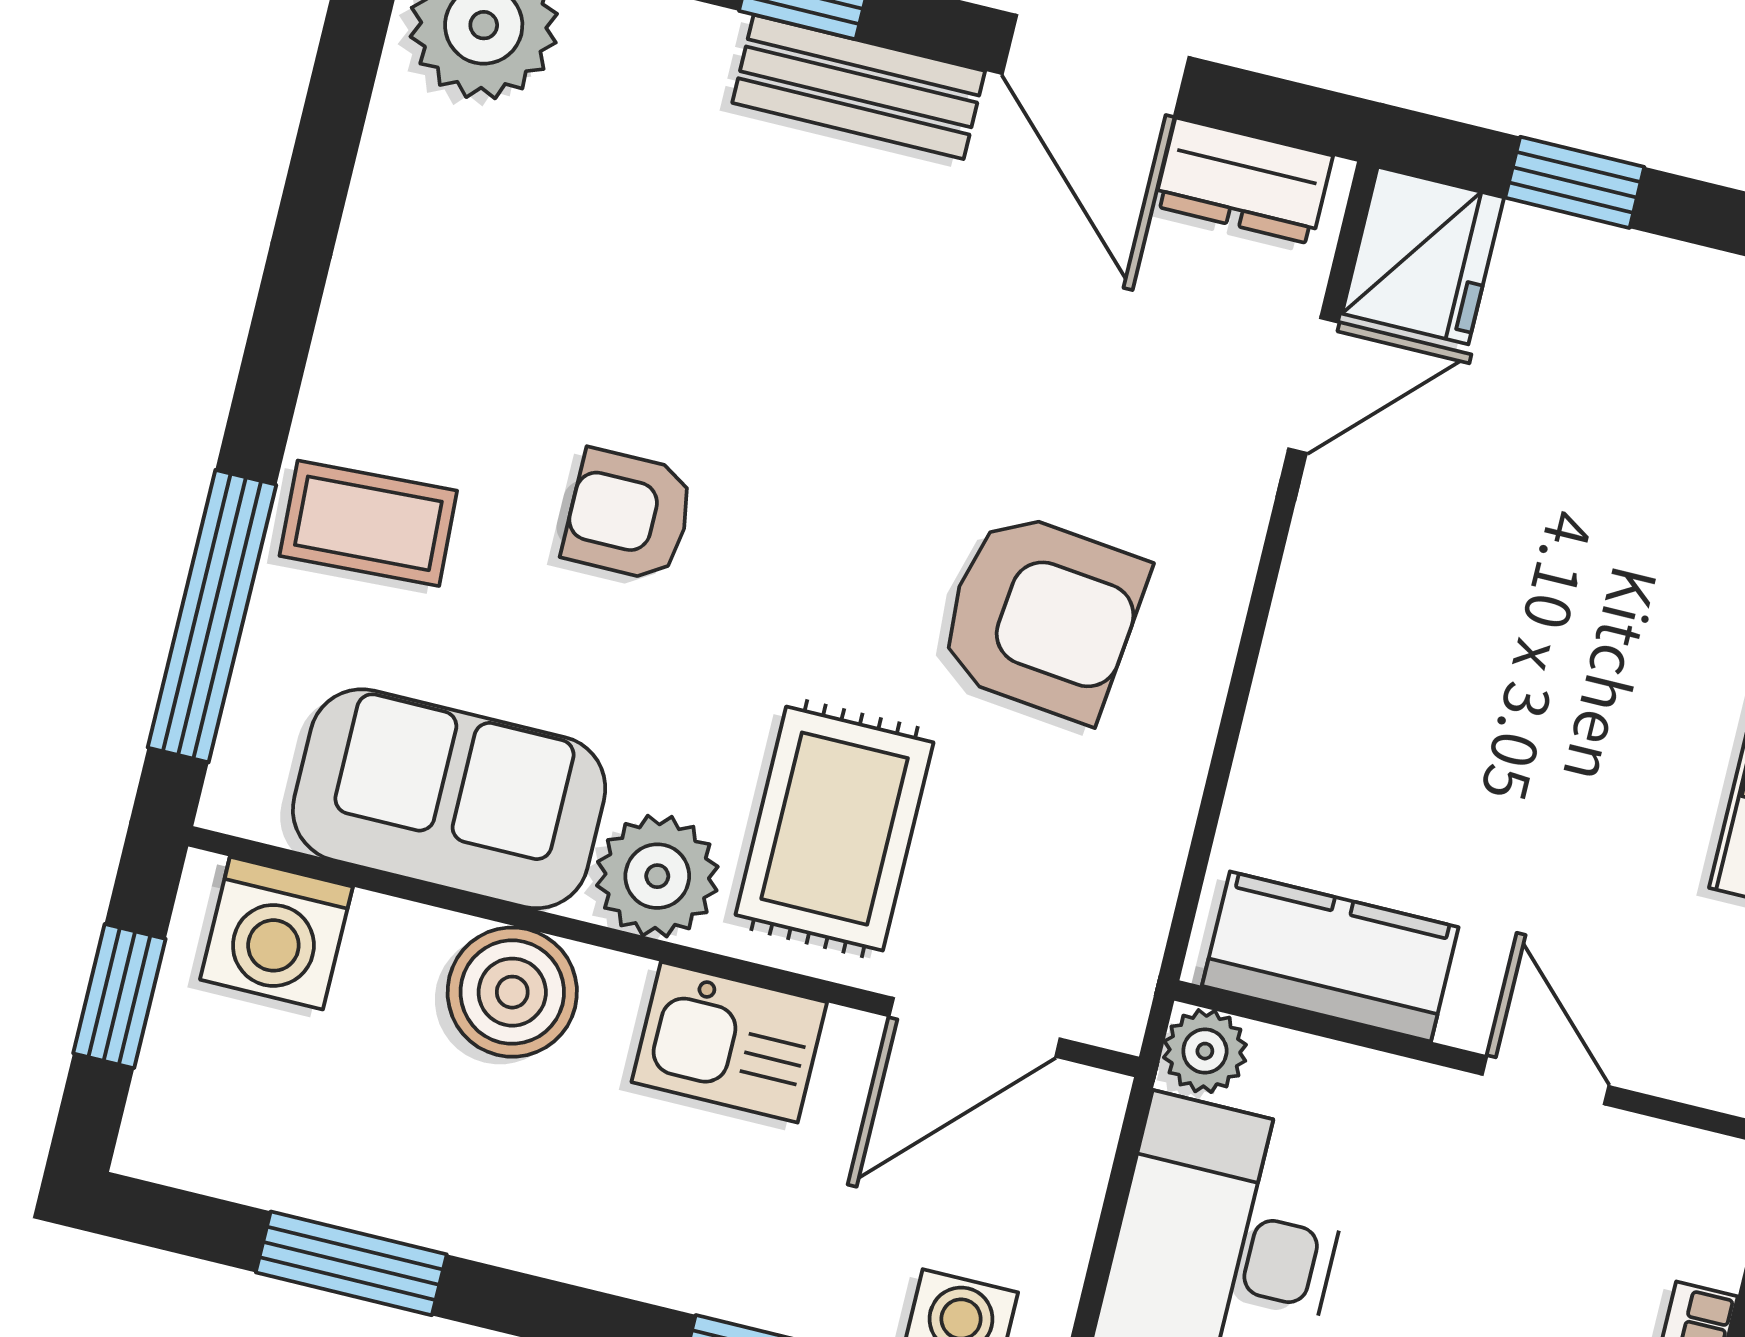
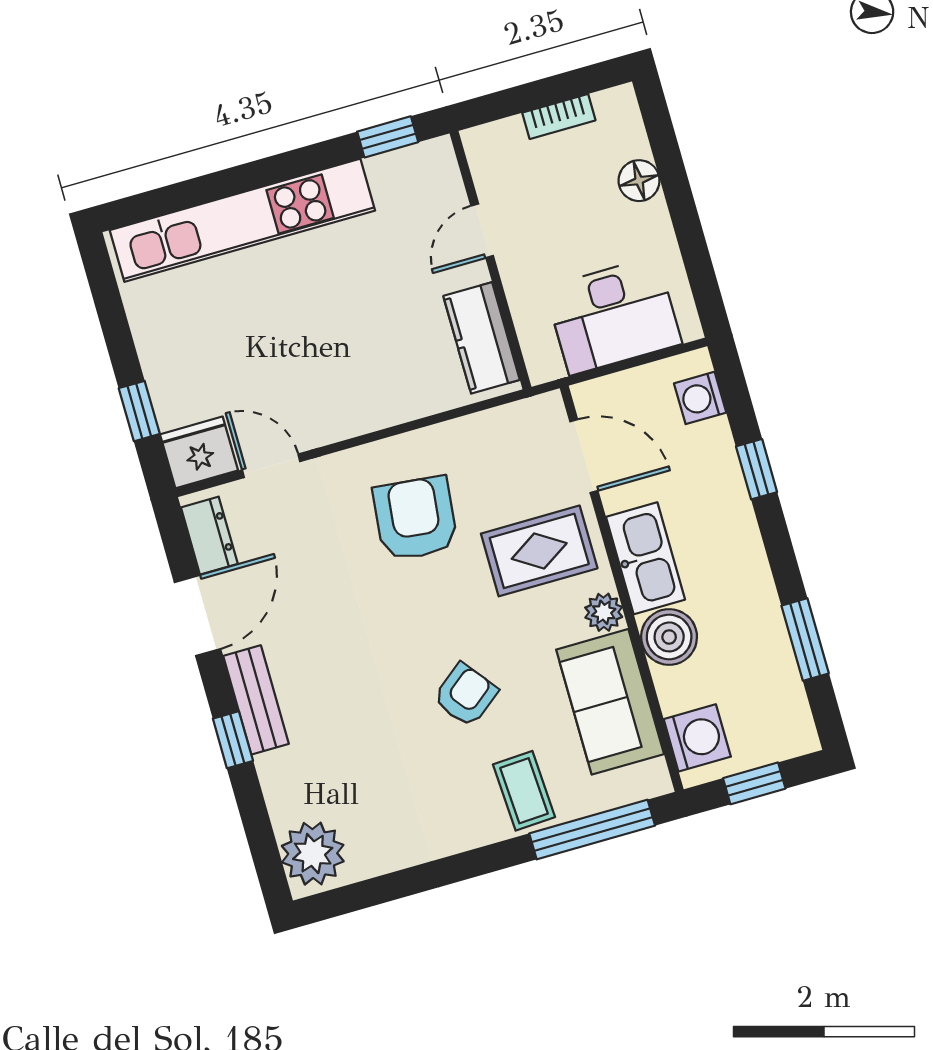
armchair: (629, 515) -> (466, 695), turned -128
plant: (657, 876) -> (604, 612), width x0.73, depth x0.73
kitchen sink: (729, 1042) -> (645, 558), width x1.38
plant: (1205, 1051) -> (544, 365), removed

